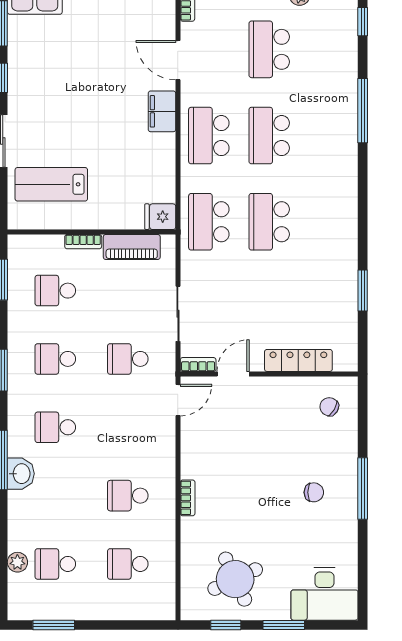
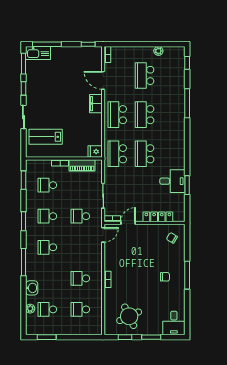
desk: (330, 282) -> (172, 181), added
washbasin: (21, 474) -> (32, 288), moved
desk: (324, 594) -> (174, 323), width x0.73

